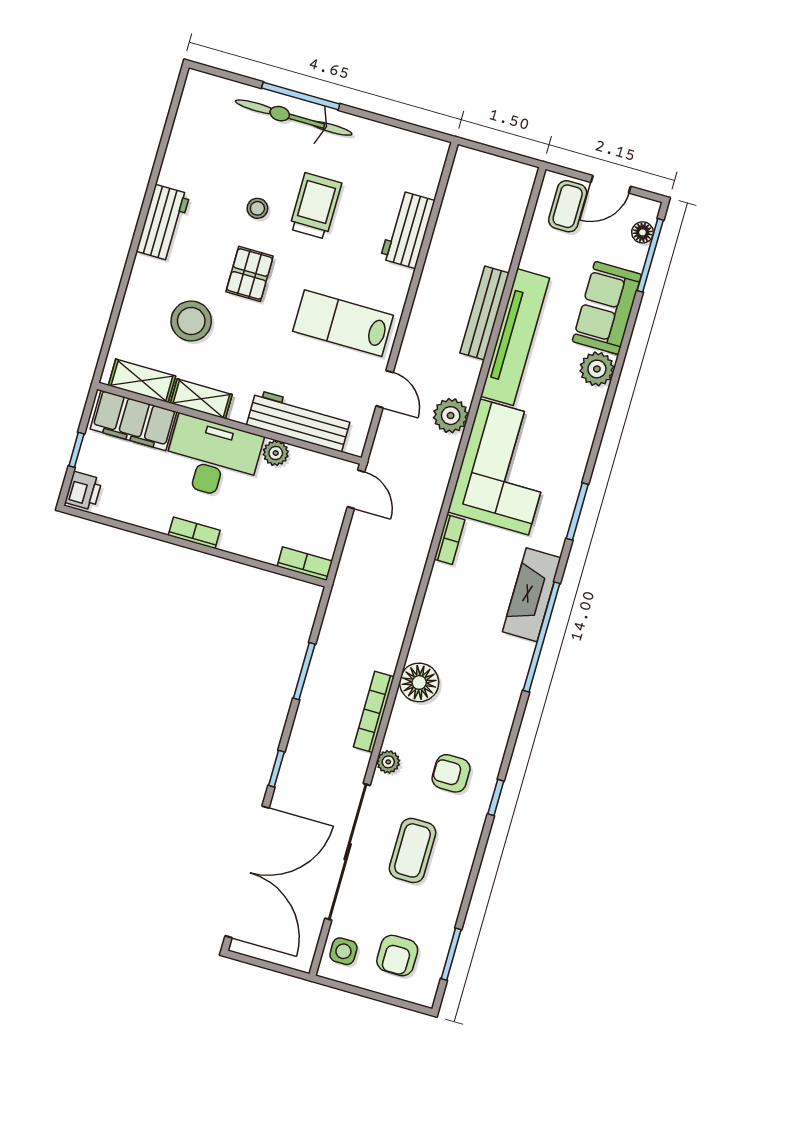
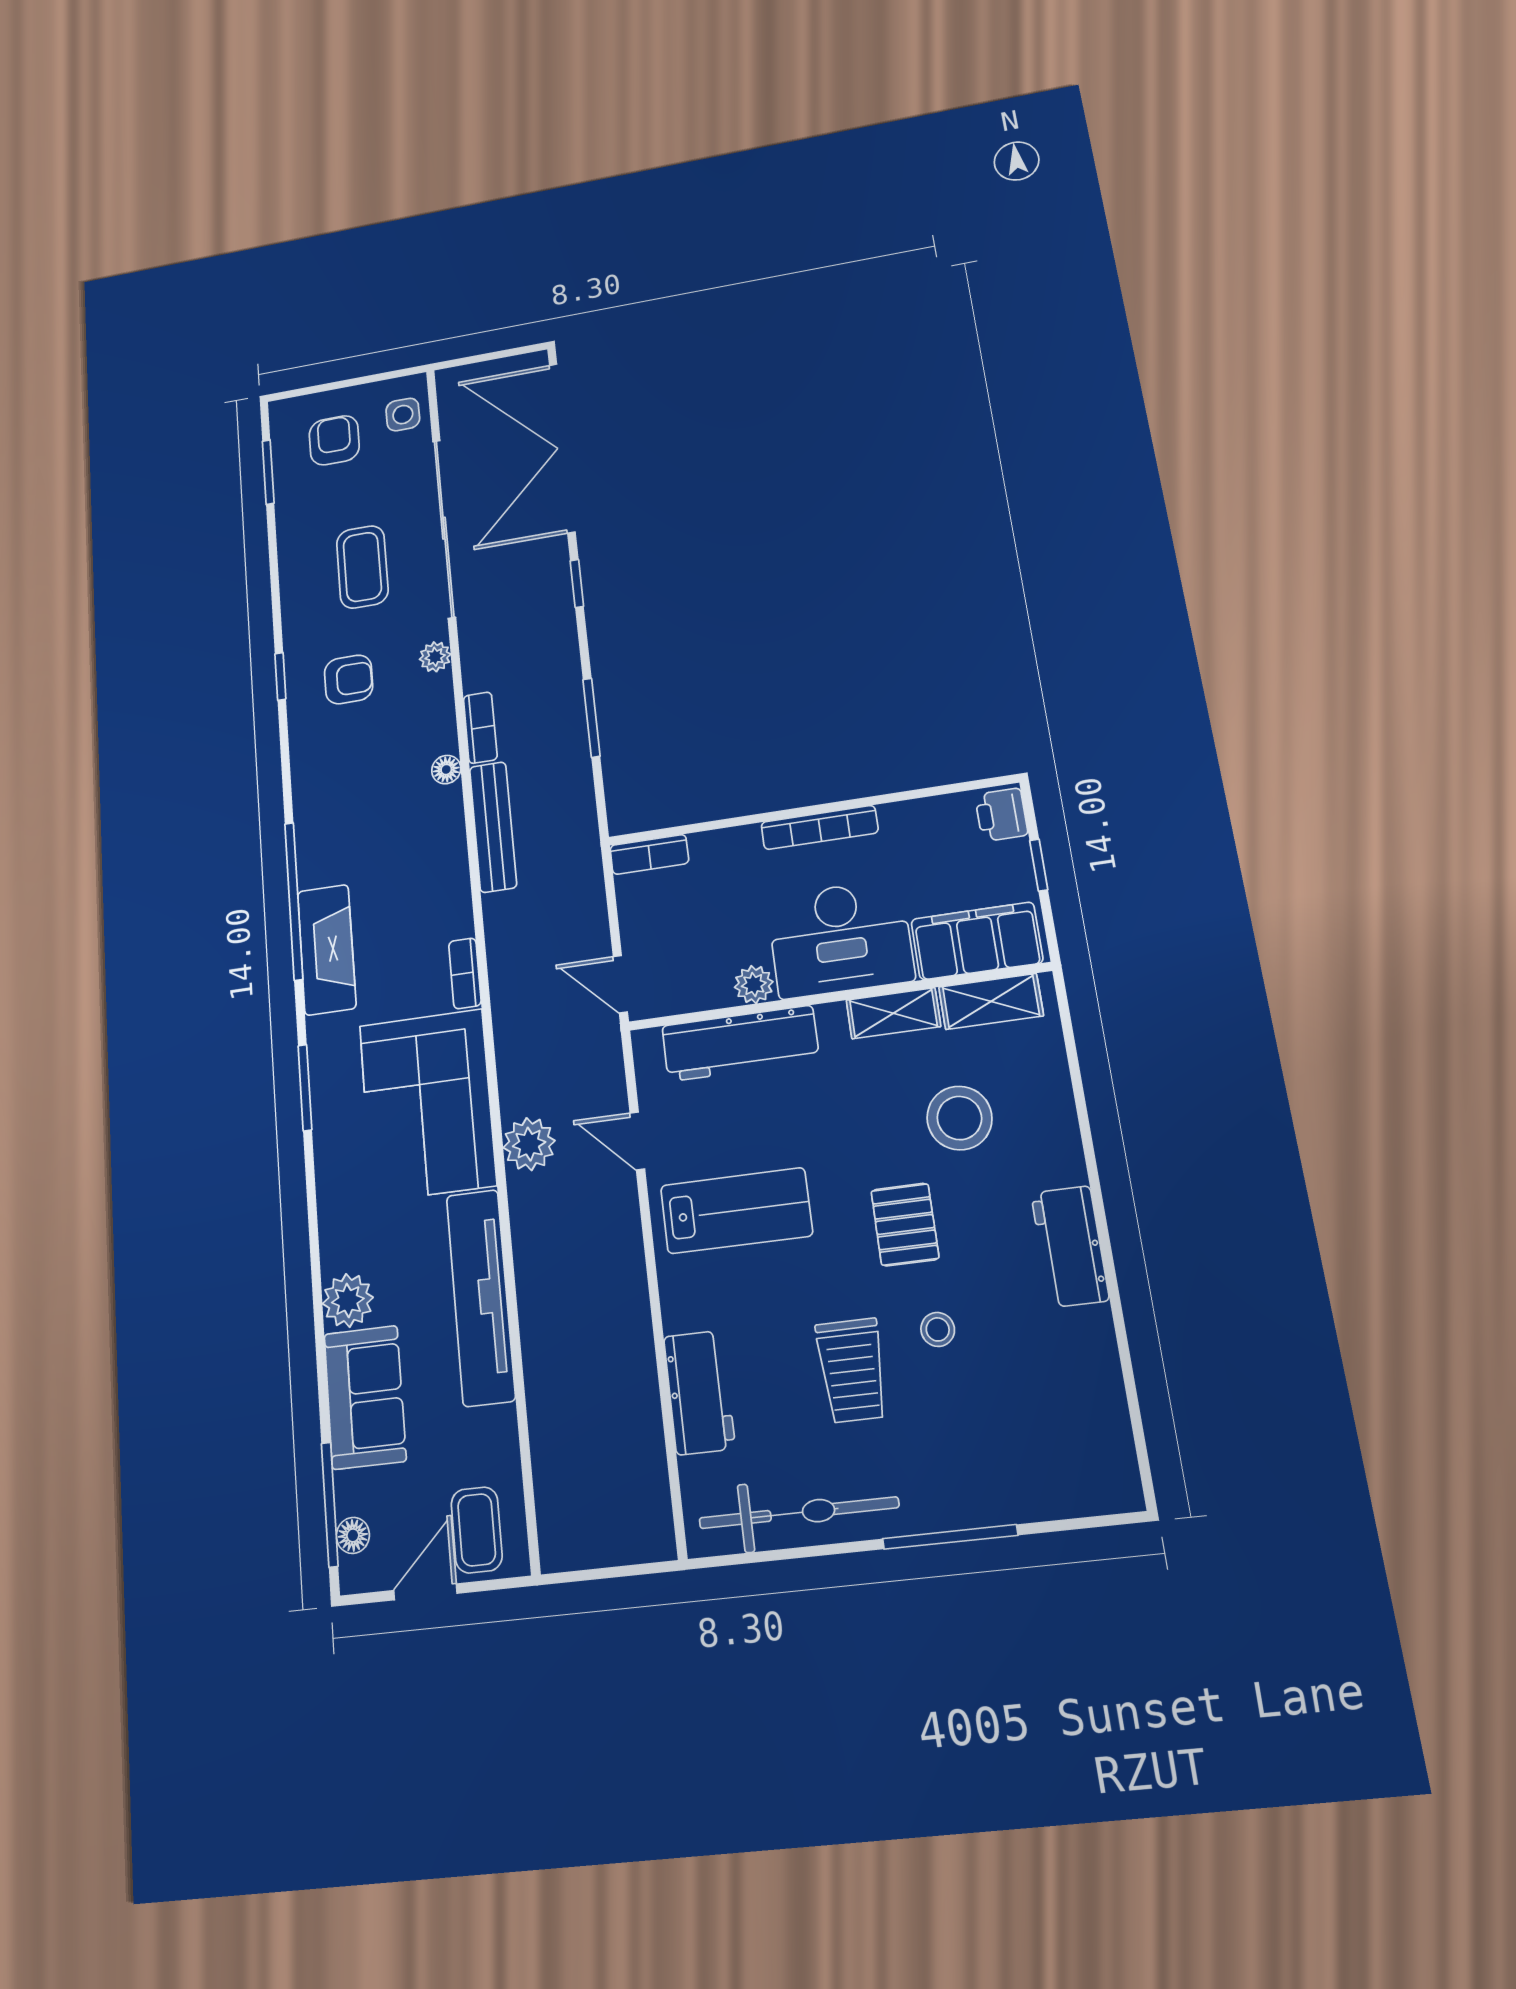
bicycle: (294, 118) -> (799, 1513), moved
bench: (485, 313) -> (493, 827), moved
bookcase: (194, 533) -> (820, 828), width x1.56
floor lamp: (419, 682) -> (446, 770), width x0.53, depth x0.53
bookcase: (374, 712) -> (480, 728), width x0.64

